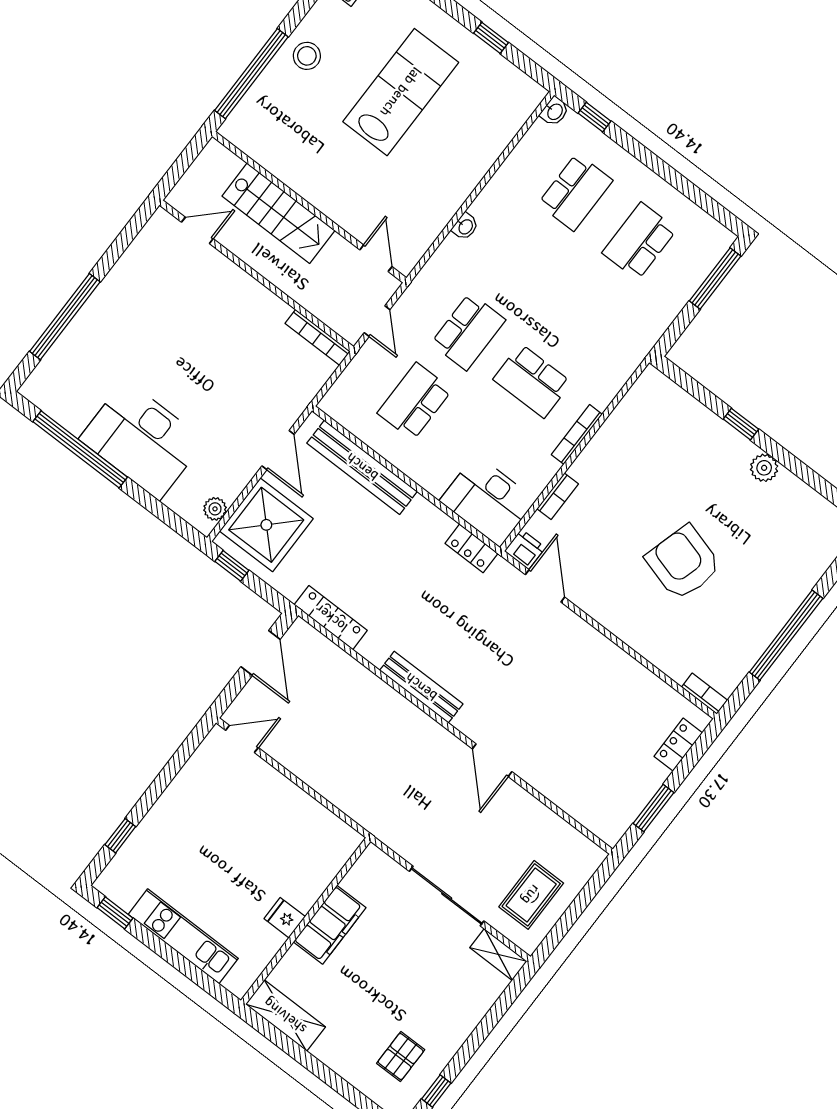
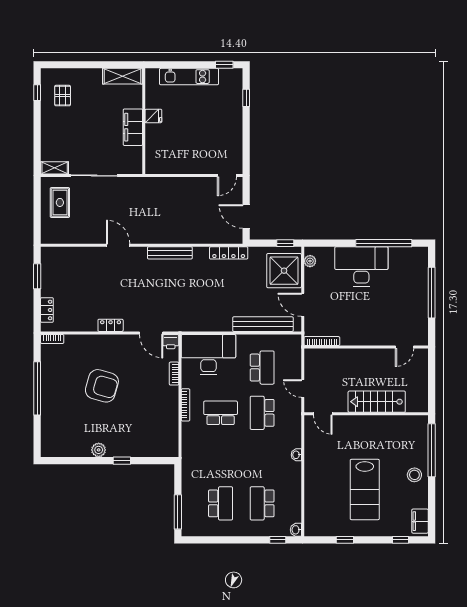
door: (197, 230) -> (405, 347), moved
wall: (257, 276) -> (366, 347), moved
bookcase: (318, 337) -> (322, 341), moved
desk: (488, 500) -> (209, 355), width x1.36, depth x1.30
locker: (471, 548) -> (111, 325), moved

